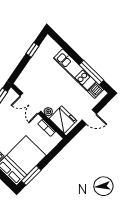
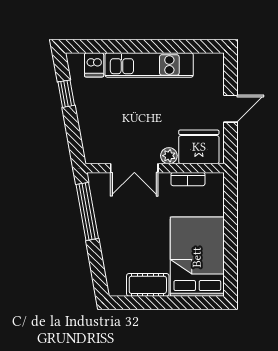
window: (91, 72) -> (175, 46), removed
dishwasher: (96, 90) -> (94, 65), moved
window: (31, 176) -> (230, 264), removed

